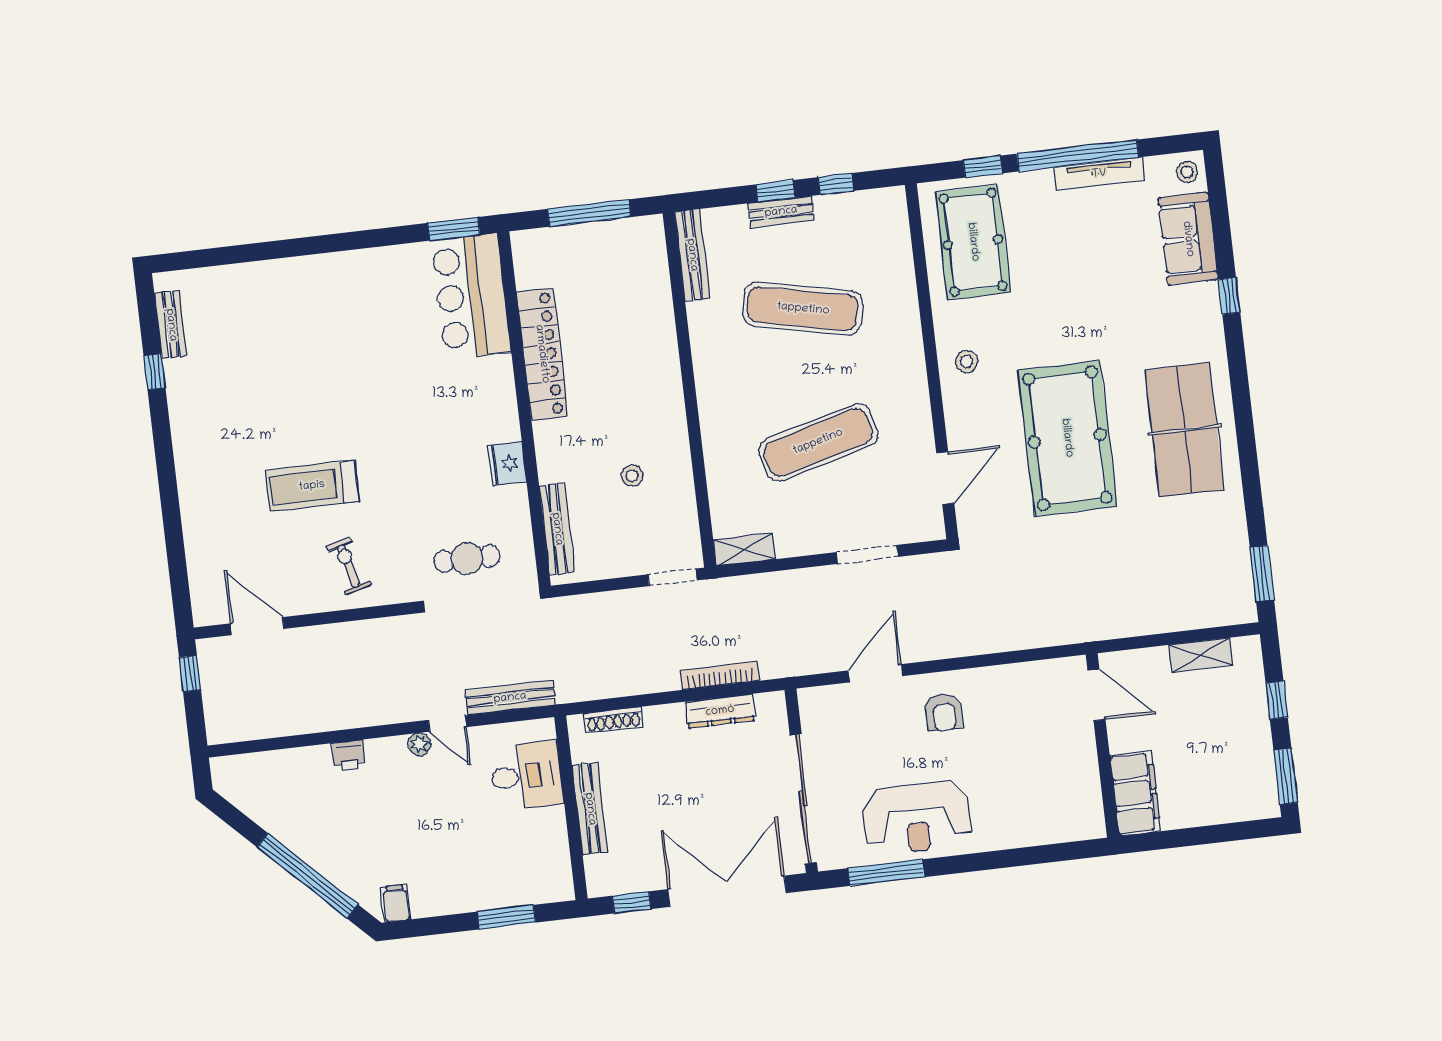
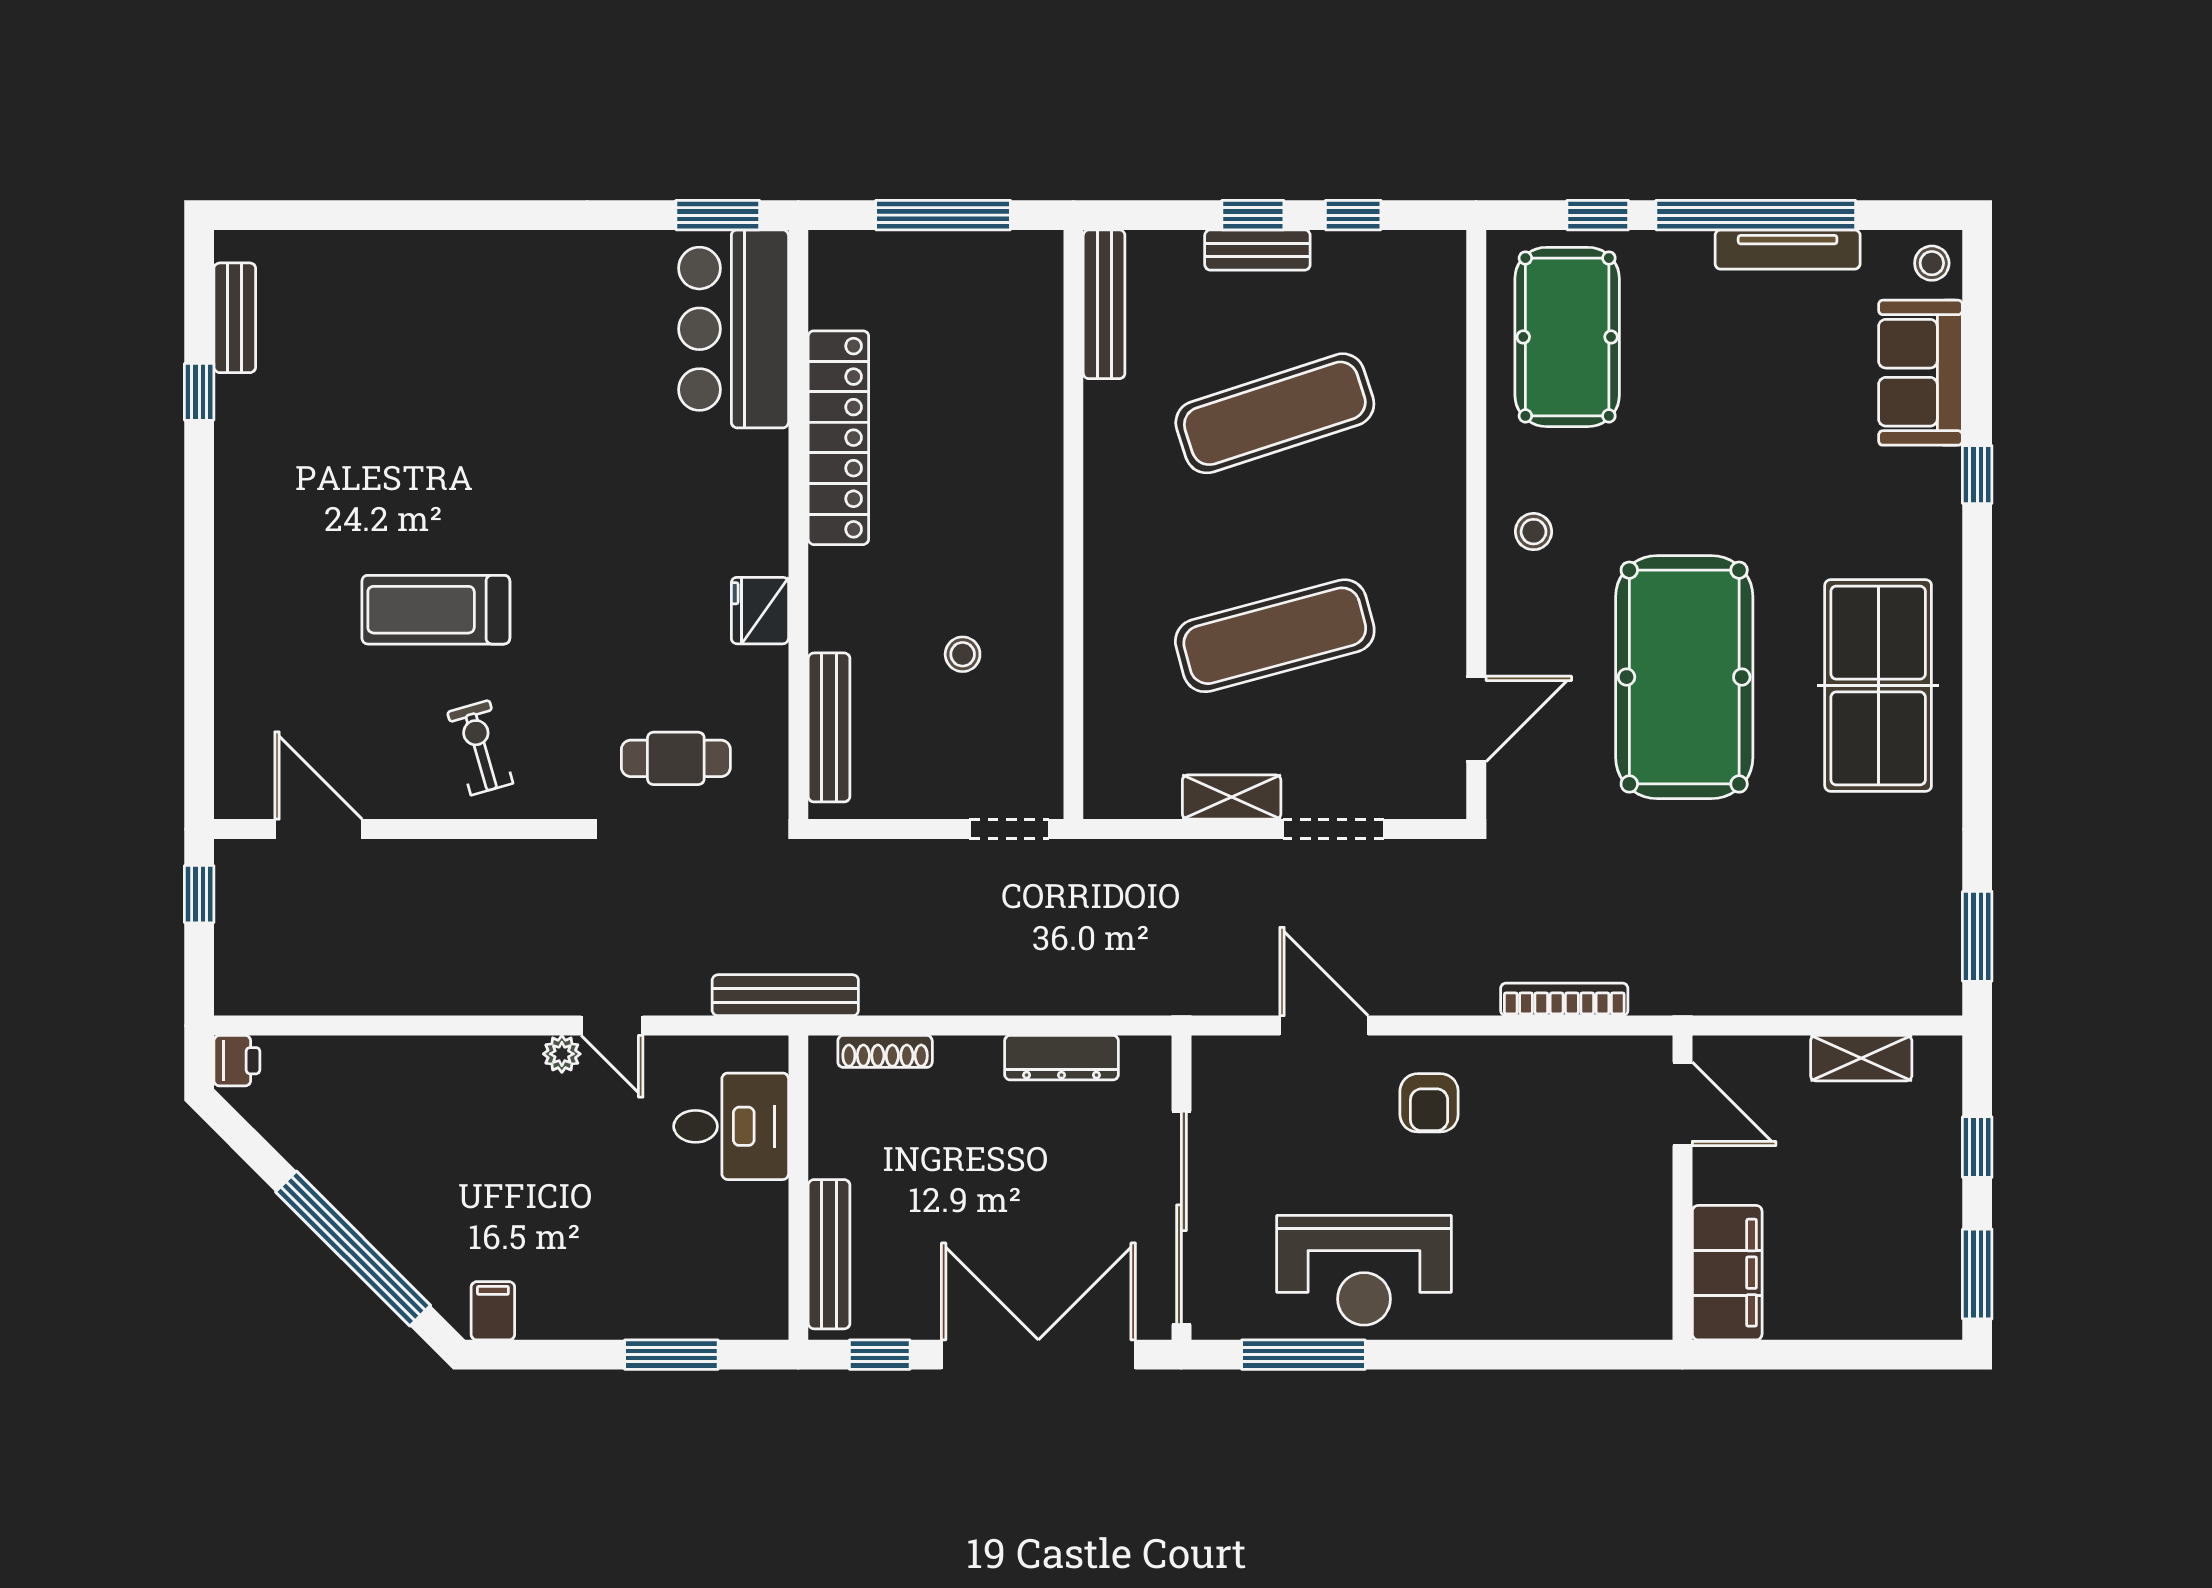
exercise mat: (803, 309) -> (1275, 413), turned -30
shelving: (744, 549) -> (1232, 797), moved
door: (875, 673) -> (1324, 1026), hinge flipped
bookcase: (720, 676) -> (1564, 999), moved
bench: (510, 698) -> (785, 995), moved
printer: (348, 755) -> (237, 1061), moved, turned -90
bench: (590, 809) -> (829, 1254), moved

